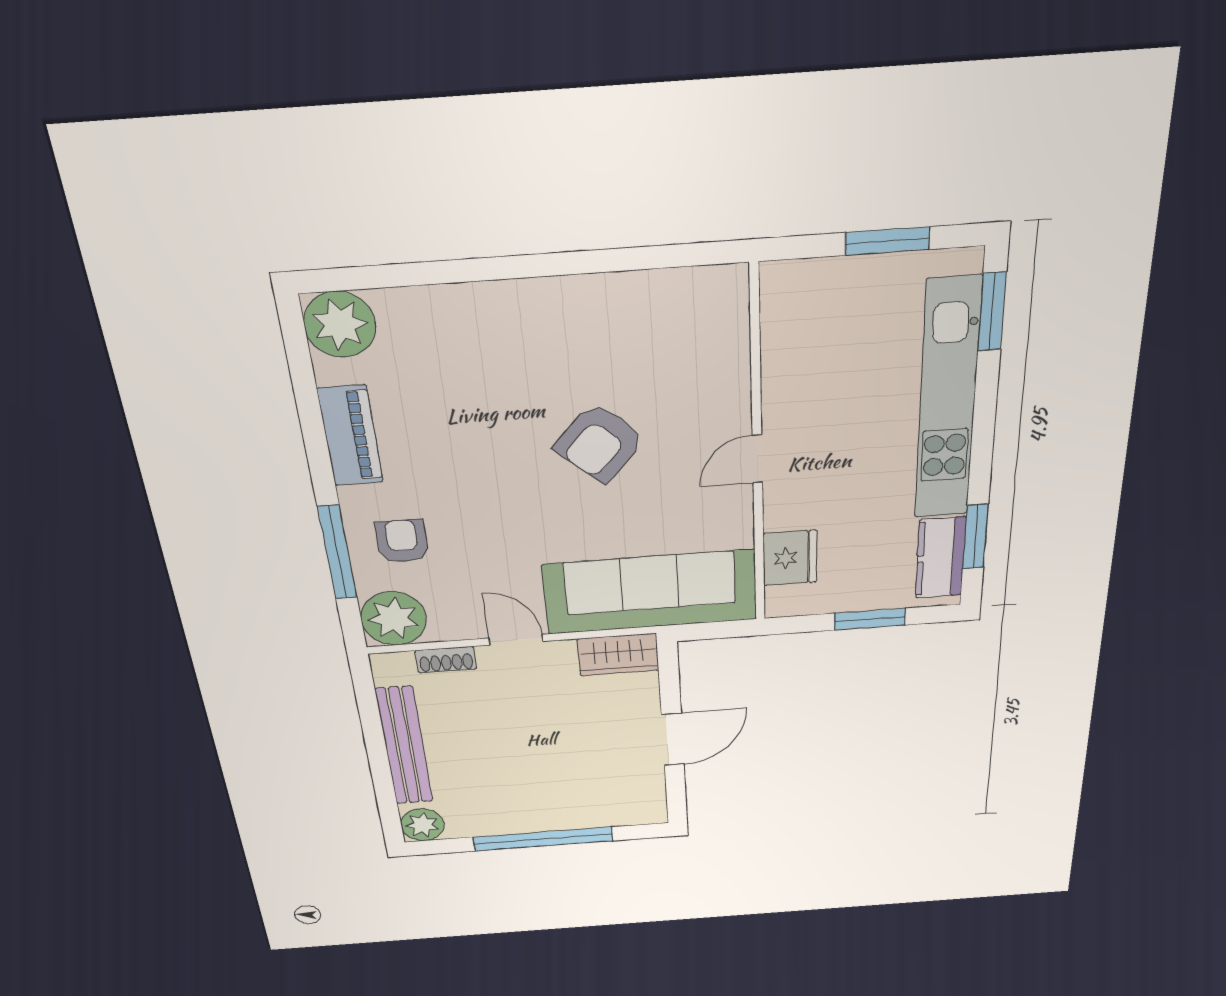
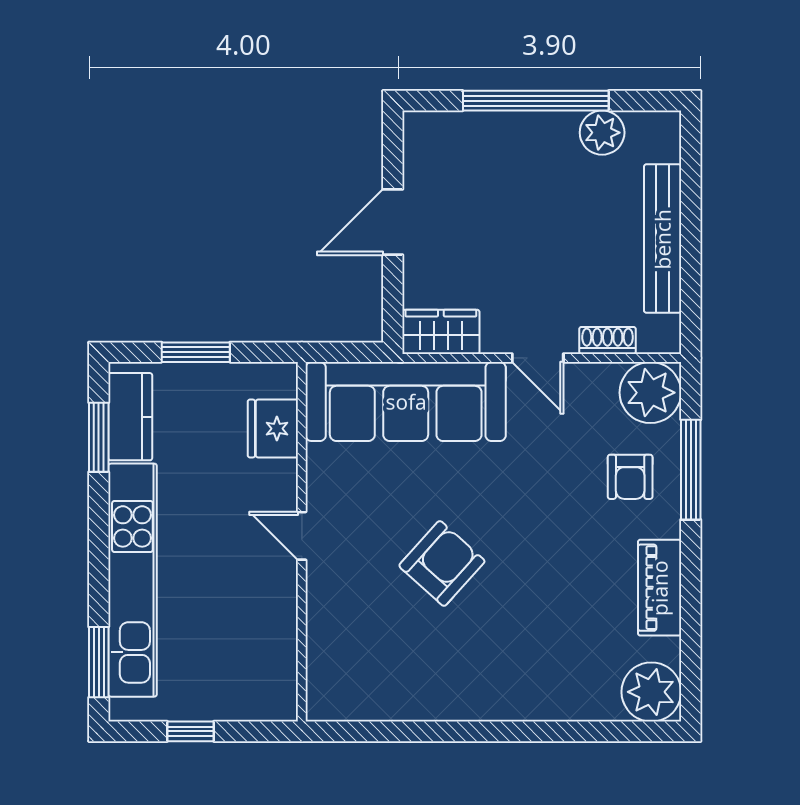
window: (887, 241) -> (191, 731), width x0.67
door: (757, 459) -> (302, 536), swing flipped
plant: (422, 825) -> (602, 133), moved

